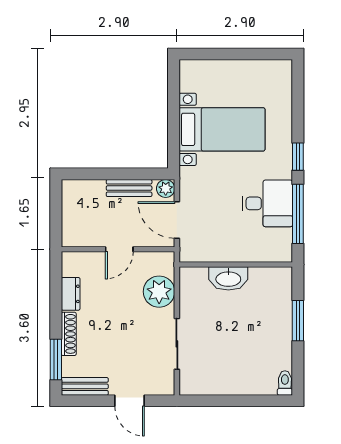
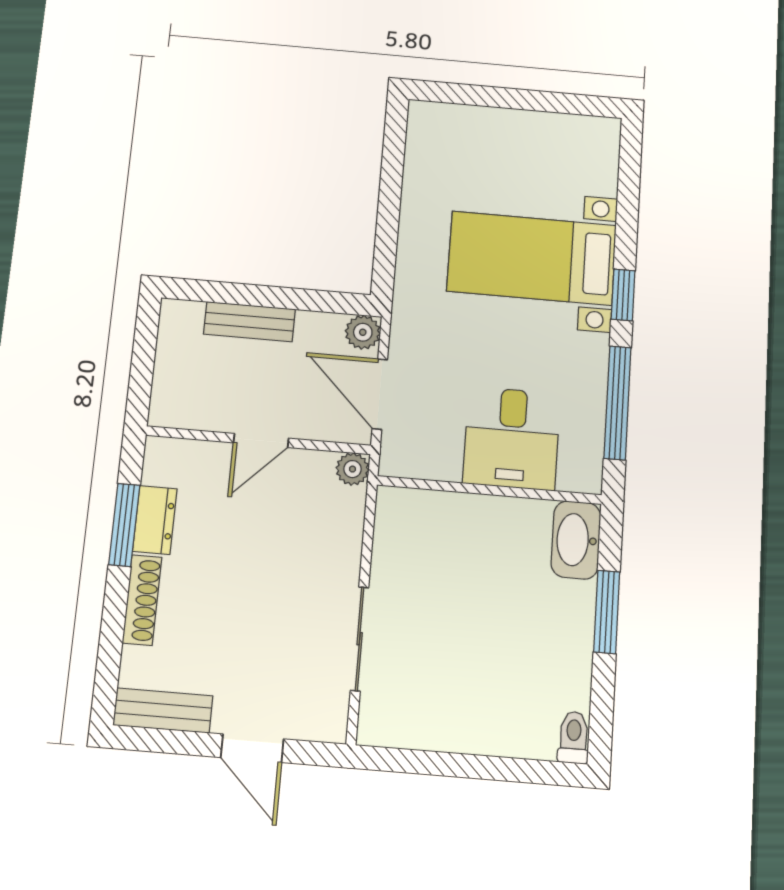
bed with nightstands: (222, 129) -> (532, 258), moved, turned 180
bench: (129, 188) -> (249, 322), moved
desk: (267, 203) -> (512, 438), moved, turned 90
washbasin: (228, 278) -> (576, 540), moved, turned 90
plant: (159, 292) -> (352, 469), moved, width x0.53, depth x0.53
window: (56, 359) -> (124, 525), moved

